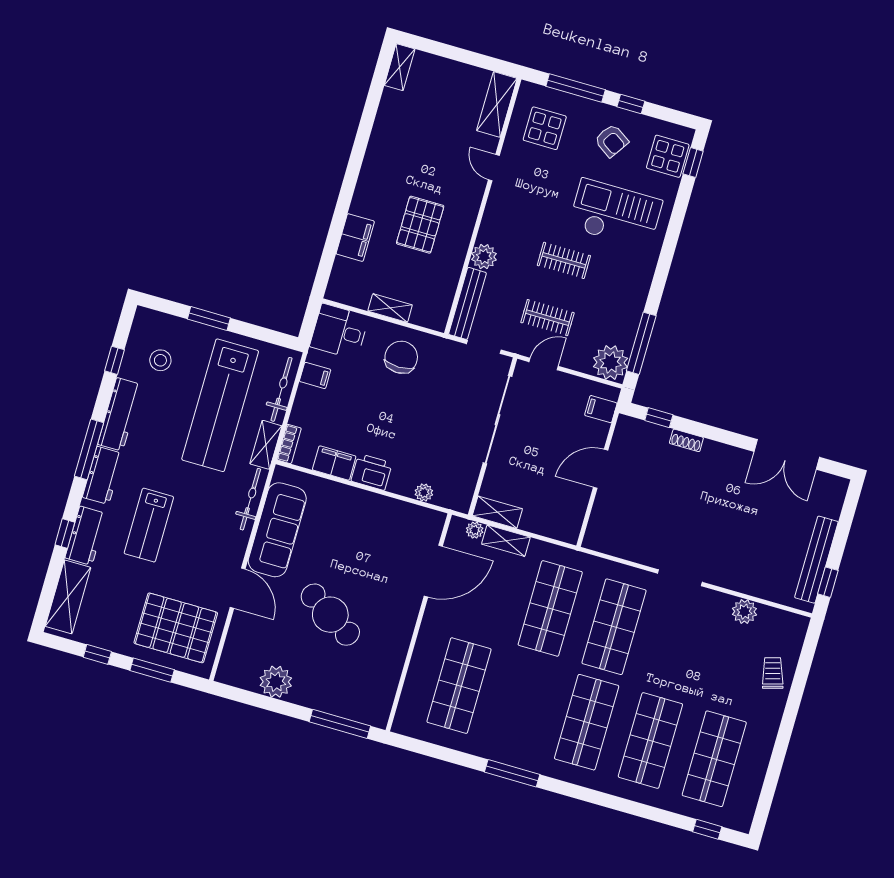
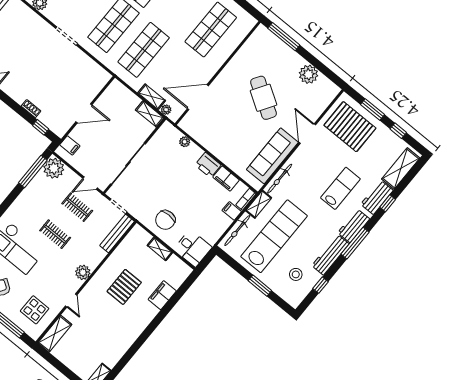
plant: (484, 257) -> (83, 272), moved
filing cabinet: (315, 375) -> (232, 211), moved

